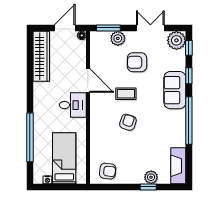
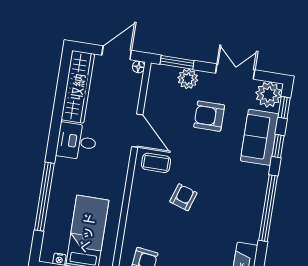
sofa: (175, 90) -> (259, 137), moved
coffee table: (126, 94) -> (156, 163), moved
desk: (73, 105) -> (77, 141), moved, turned 180

